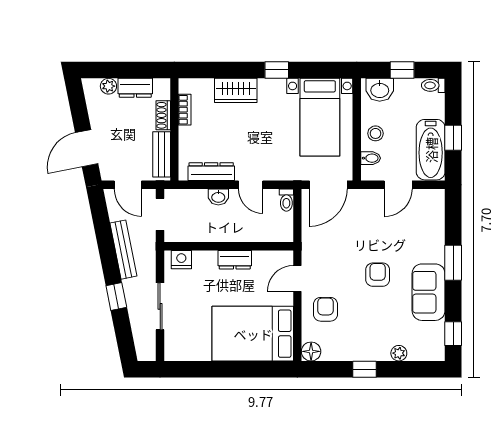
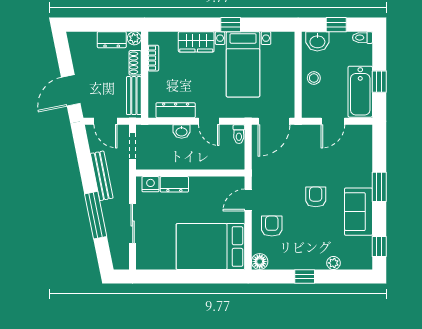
plant: (108, 86) -> (134, 38), moved
bed with nightstands: (320, 117) -> (243, 64), moved
bidet: (371, 158) -> (310, 99), removed
dresser: (235, 260) -> (174, 184), moved
window: (116, 296) -> (96, 215), width x2.17

